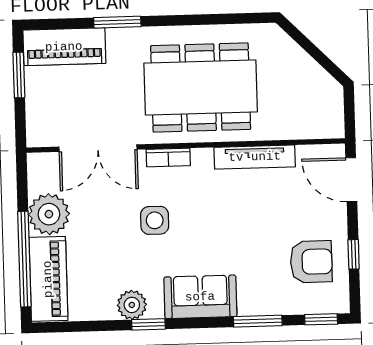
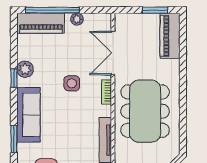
window: (117, 22) -> (183, 66), removed
plant: (49, 214) -> (77, 19), width x0.53, depth x0.53
sofa: (200, 297) -> (28, 115), width x1.36

